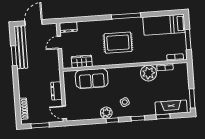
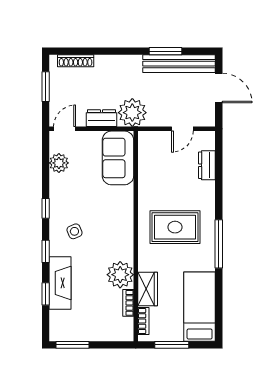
dresser: (68, 27) -> (207, 165), moved
door: (59, 42) -> (182, 129), swing flipped
rug: (118, 43) -> (175, 227), turned 90
wardrobe: (82, 62) -> (148, 289), moved
plant: (52, 73) -> (132, 113), added
sofa: (92, 79) -> (118, 158), moved
fireplace: (171, 107) -> (60, 283), moved
plant: (106, 113) -> (59, 163), moved

